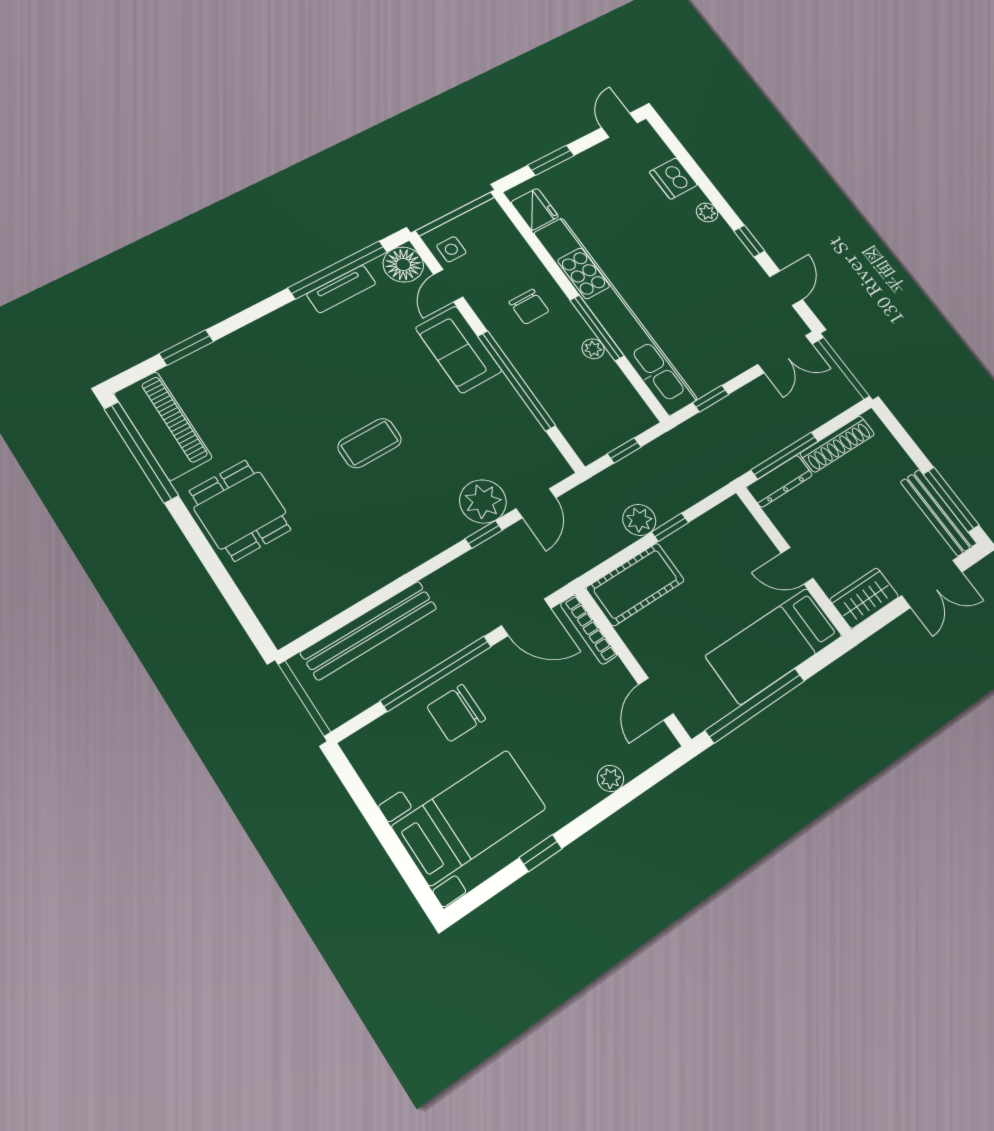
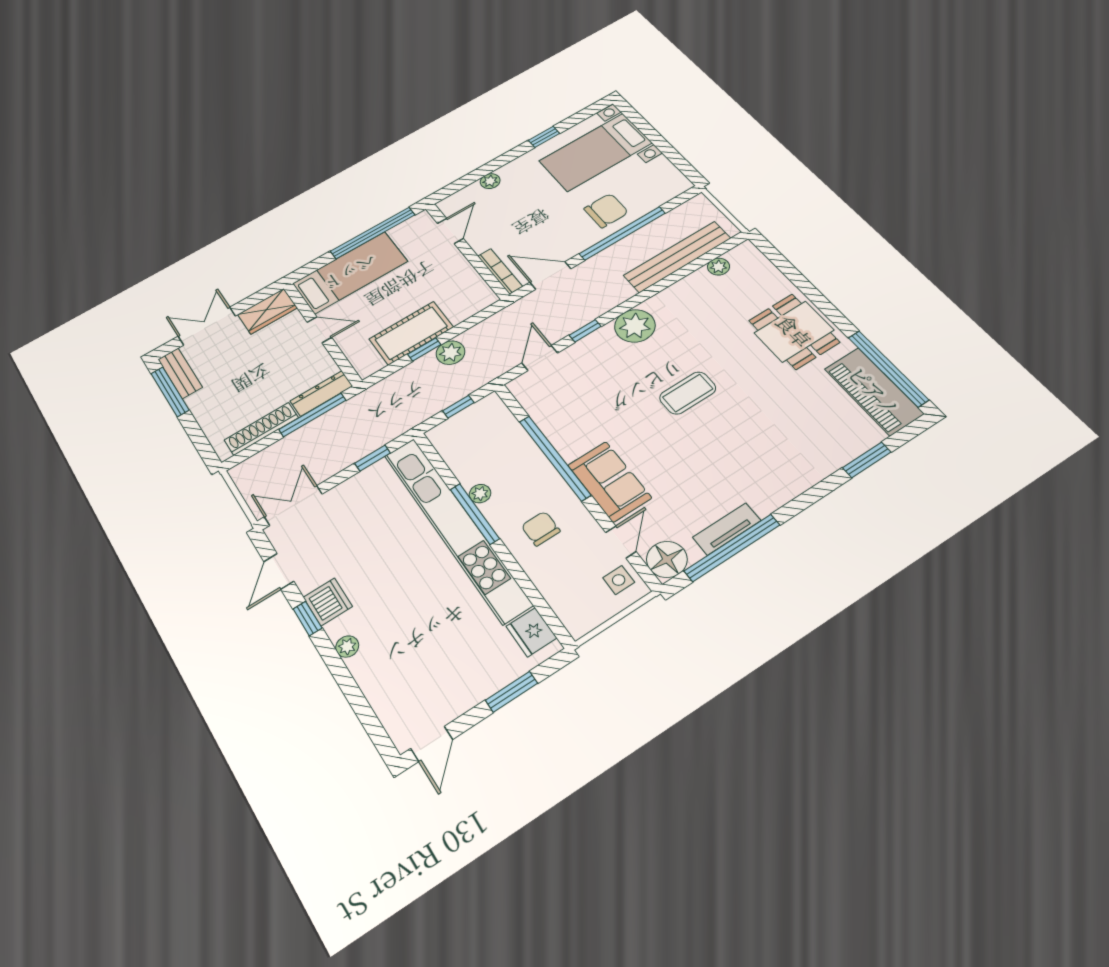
dishwasher: (673, 178) -> (328, 602), moved
plant: (483, 501) -> (635, 326), moved
bench: (938, 513) -> (180, 373), width x0.73
cot: (635, 584) -> (411, 333), moved
plant: (319, 610) -> (719, 267), added

